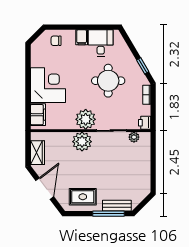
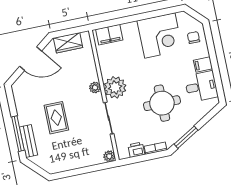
window: (143, 66) -> (186, 137), width x1.50
corner desk: (48, 85) -> (160, 35), moved
printer: (145, 123) -> (136, 150), moved
plant: (134, 137) -> (109, 156), moved
plant: (82, 142) -> (95, 88), width x0.53, depth x0.53
rug: (83, 197) -> (56, 118), moved

